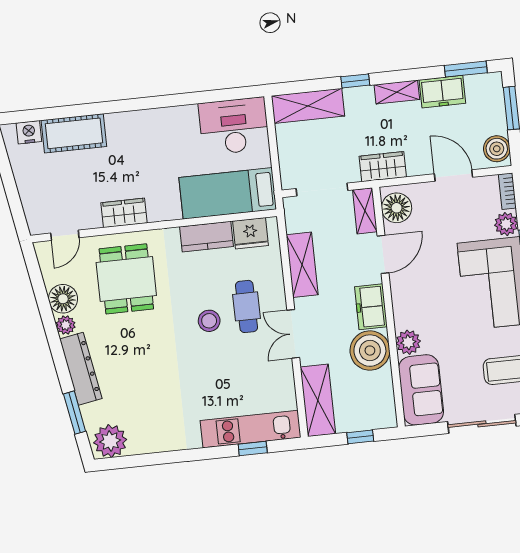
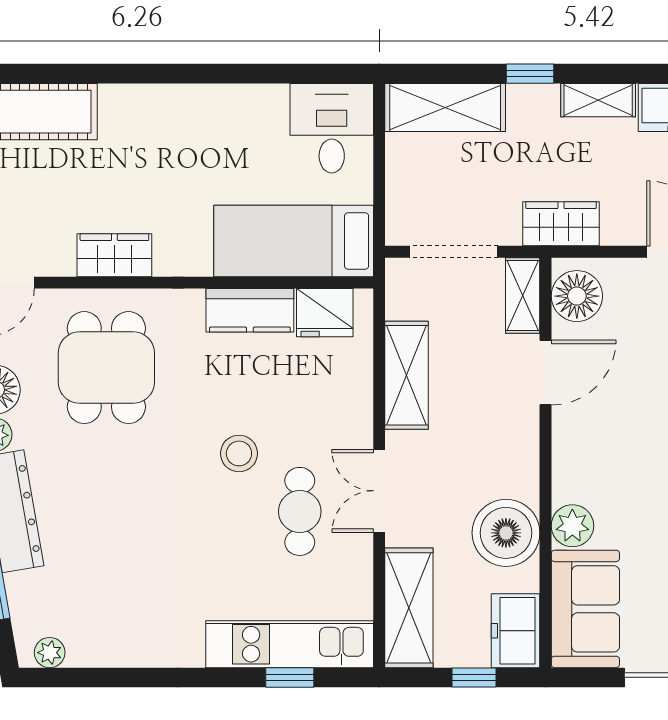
desk: (234, 126) -> (332, 128), width x0.73
cafe table: (246, 306) -> (300, 511), moved
freezer: (371, 307) -> (516, 631), moved
plant: (110, 441) -> (50, 653), width x0.53, depth x0.53

